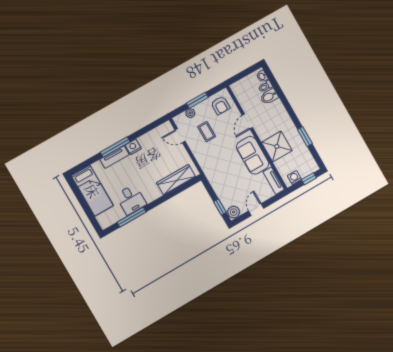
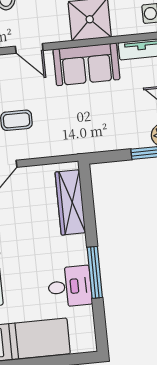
window: (132, 217) -> (95, 272), moved

